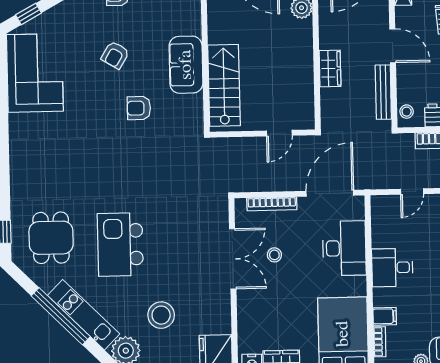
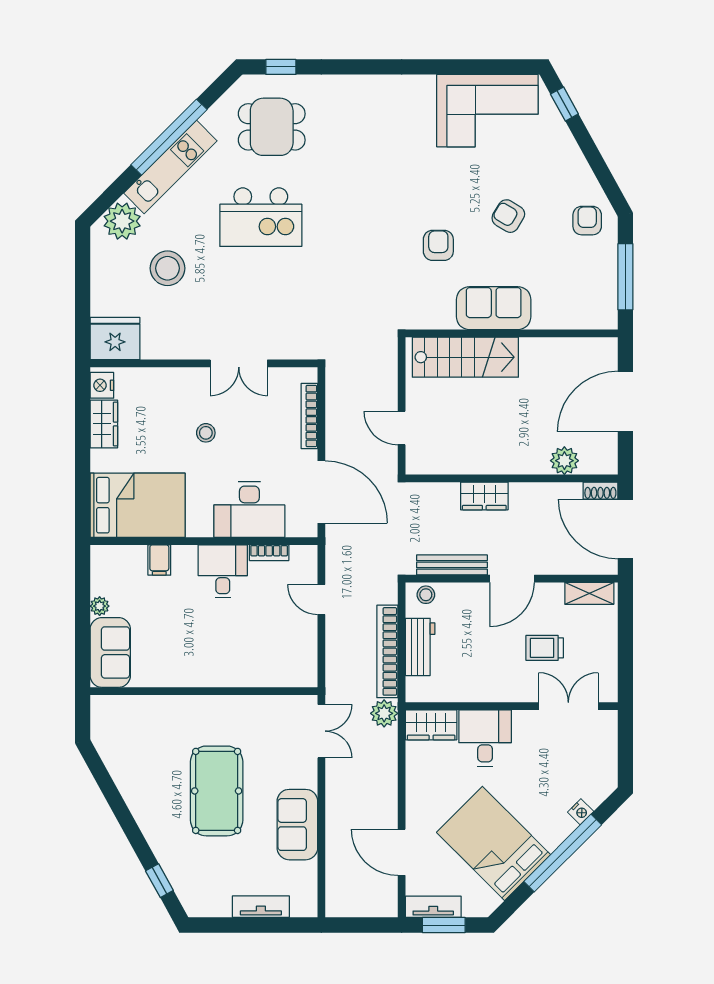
kitchen island: (120, 245) -> (261, 217), turned 180
stool: (274, 255) -> (206, 433), moved
double door: (233, 259) -> (239, 363), width x0.73
bookcase: (380, 342) -> (269, 553), moved

